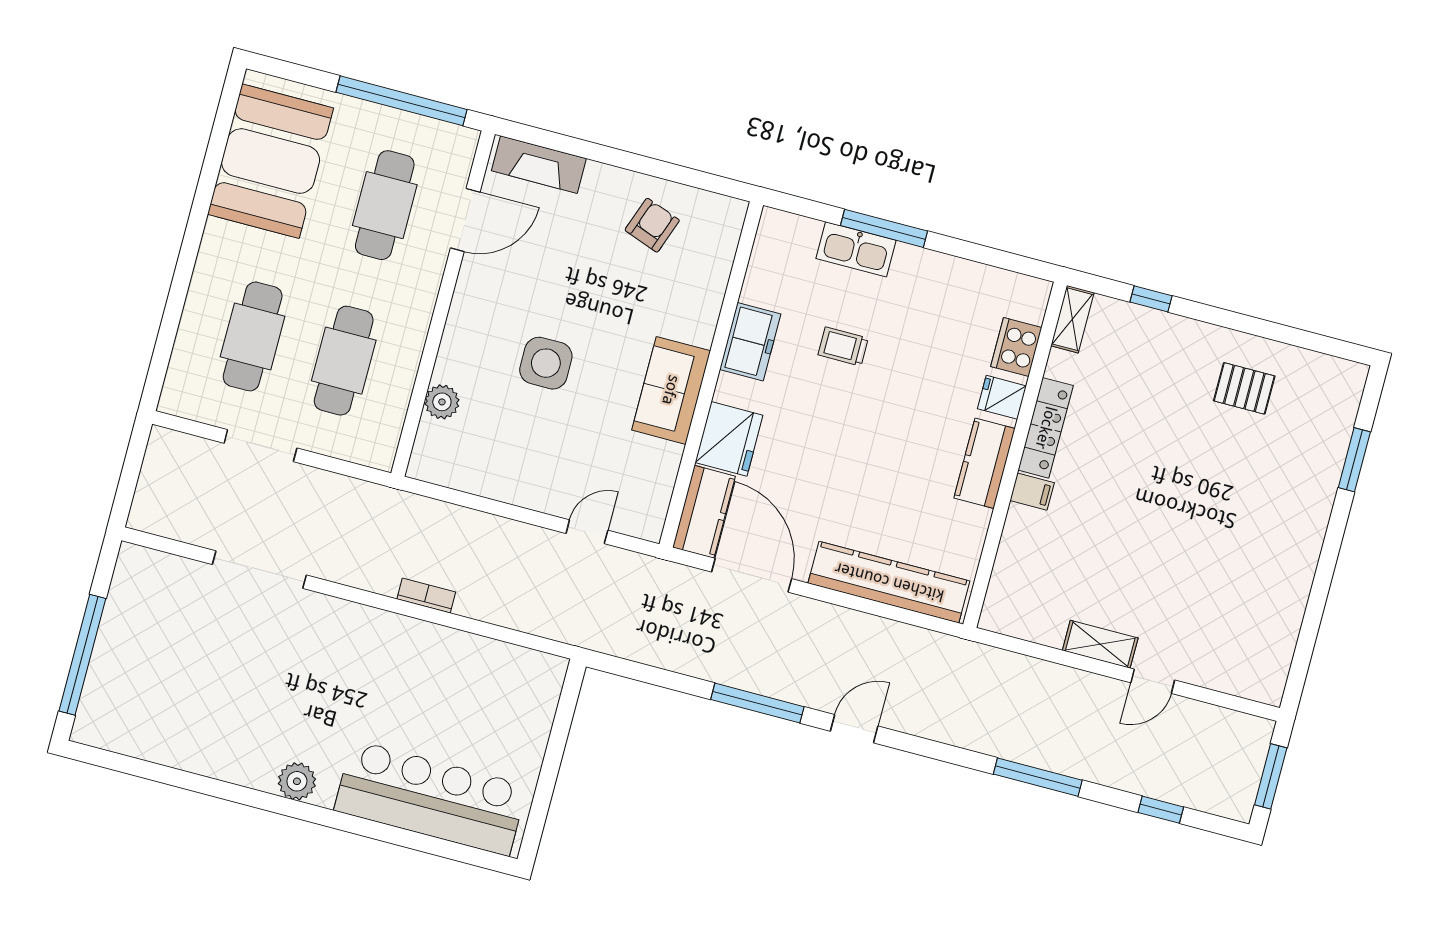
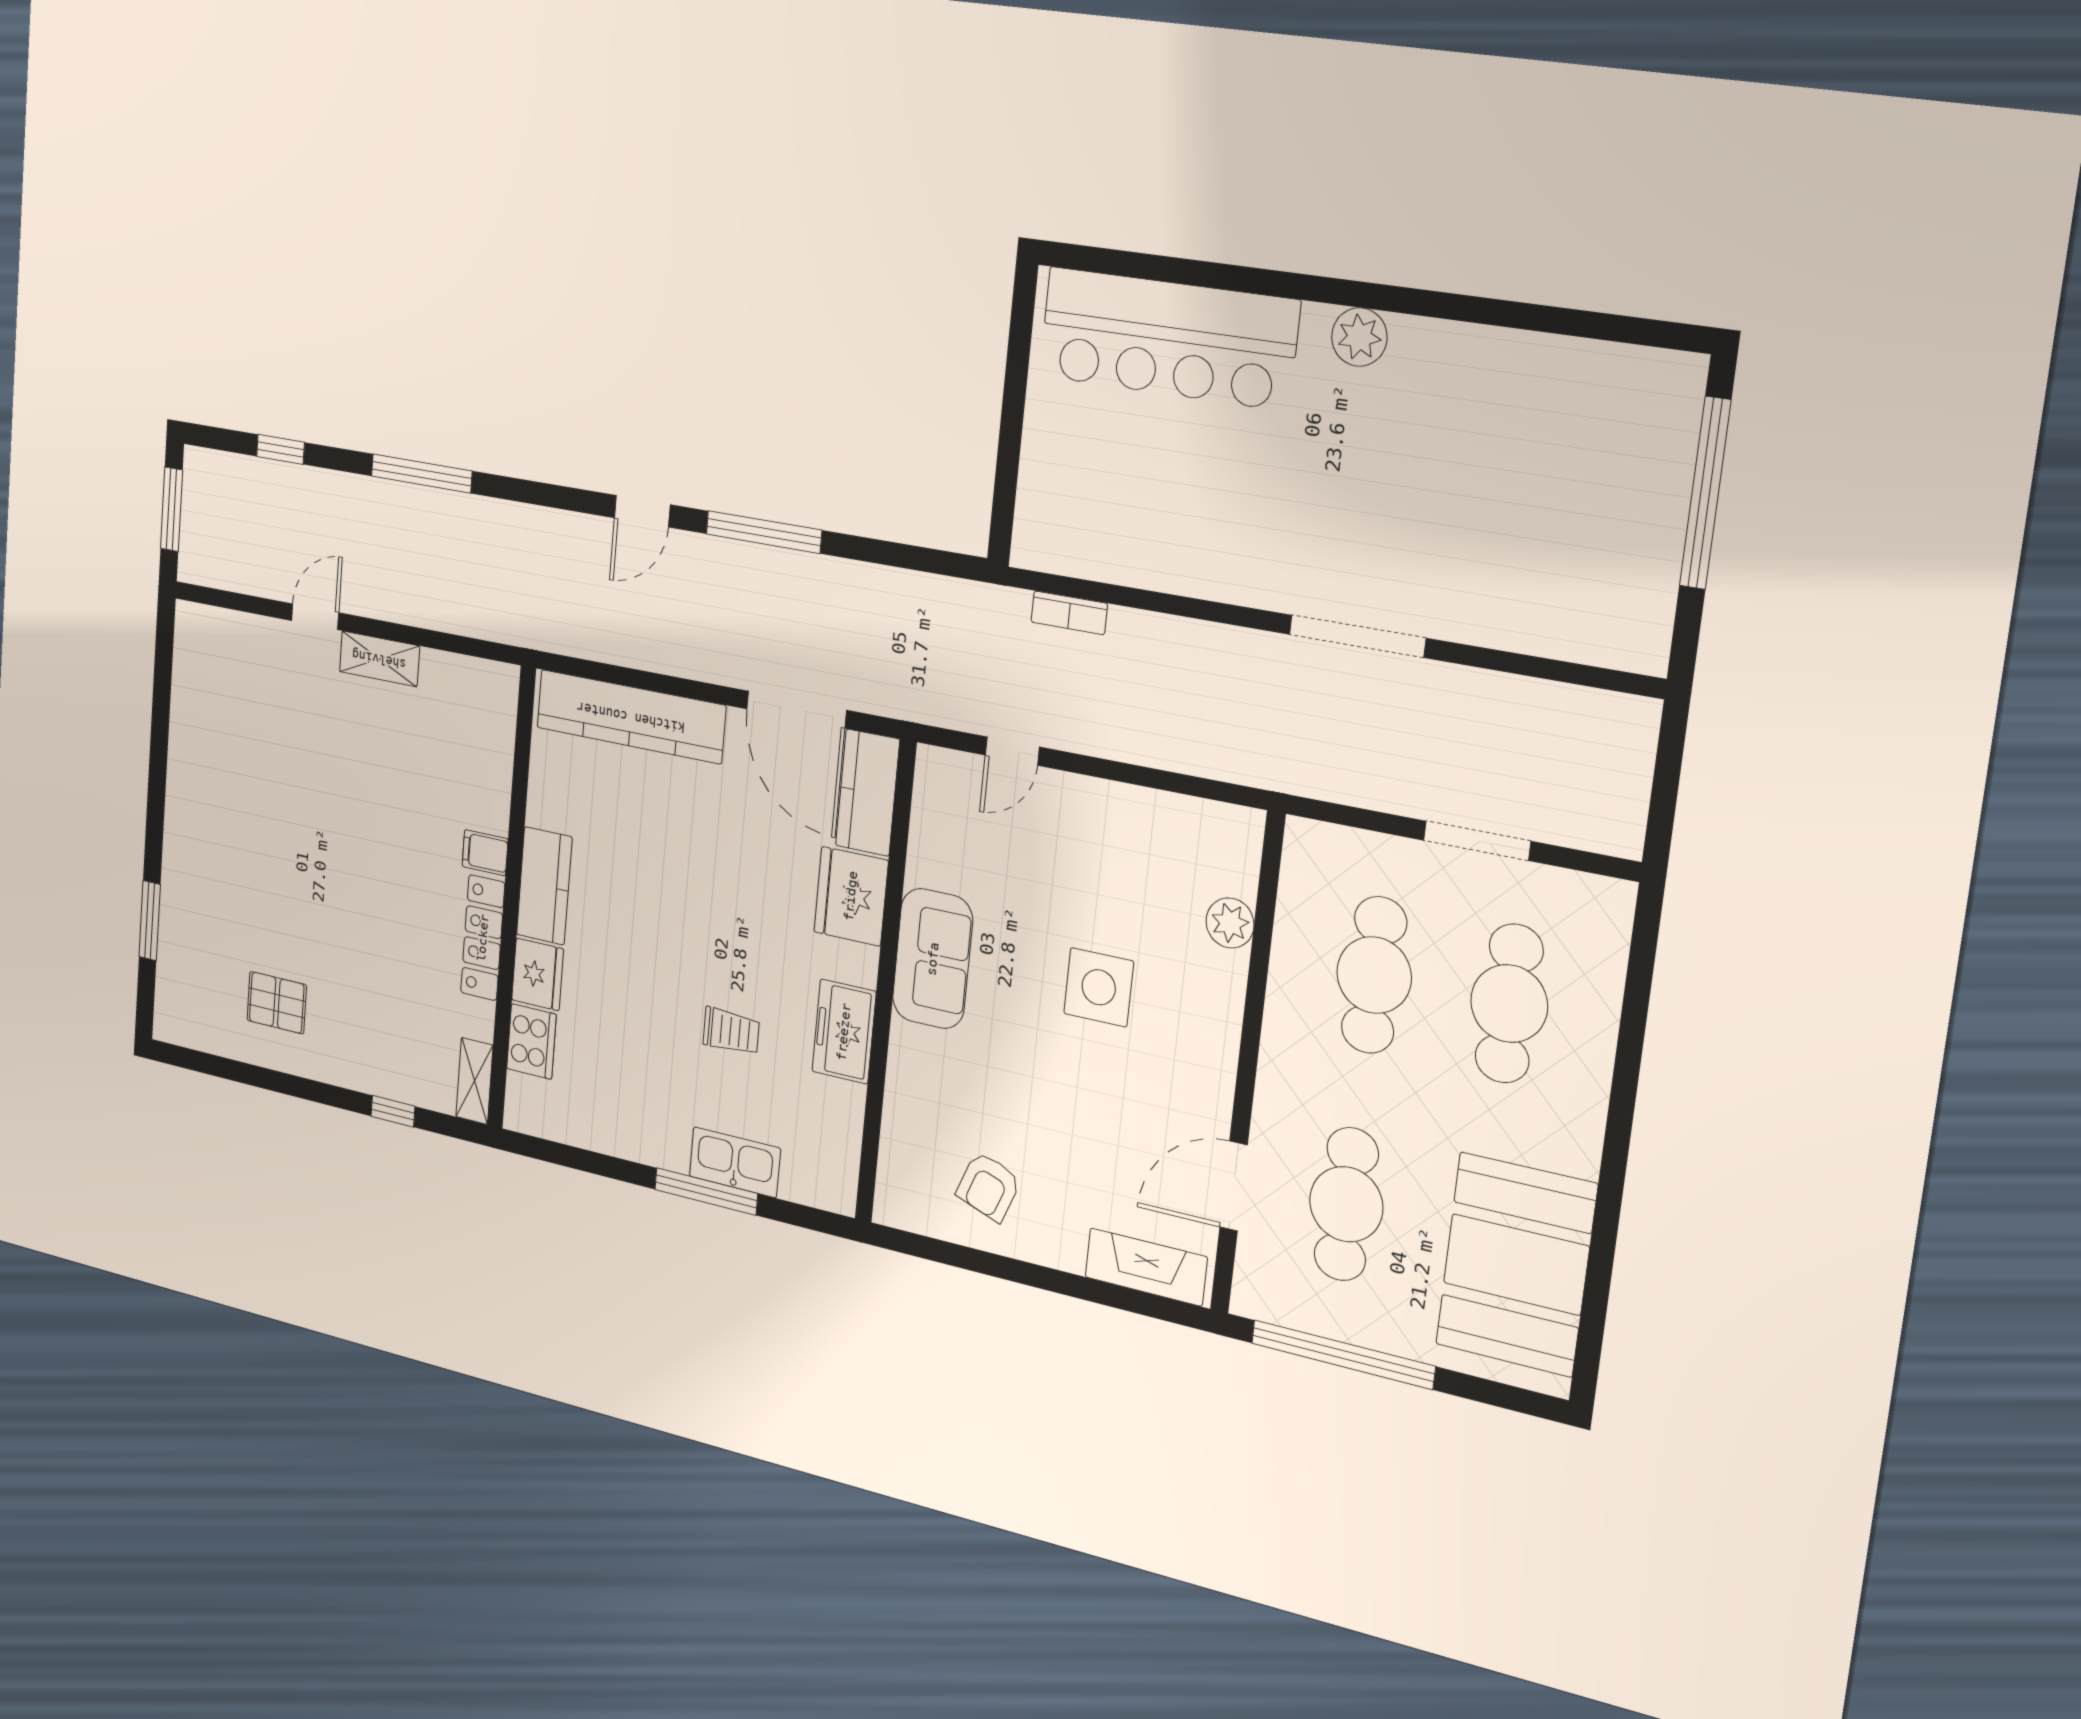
fridge: (1002, 397) -> (538, 974), width x1.38
doorway: (259, 570) -> (1357, 636), moved
bookcase: (426, 596) -> (1069, 613), moved

